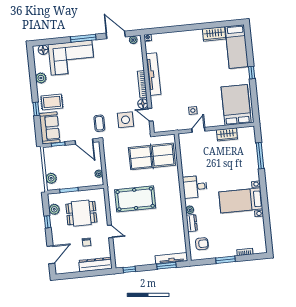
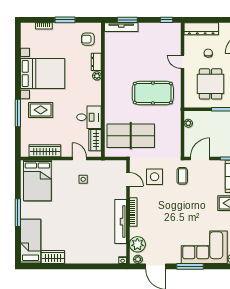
plant: (135, 54) -> (137, 244), added
window: (252, 73) -> (18, 213), width x2.17
floor lamp: (143, 104) -> (135, 192), removed
door: (198, 130) -> (79, 158), swing flipped
wardrobe: (227, 134) -> (45, 151), width x1.50
door: (84, 142) -> (200, 158), hinge flipped
wardrobe: (185, 149) -> (95, 140), added
window: (260, 156) -> (18, 113), moved
rug: (240, 172) -> (41, 110), added
desk: (195, 187) -> (89, 117), moved
bed with nightstands: (241, 200) -> (43, 73), width x1.36
dining table: (81, 213) -> (211, 84), turned 90

